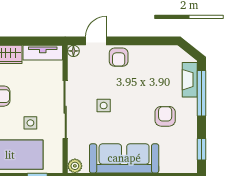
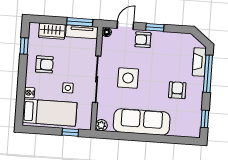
window: (39, 41) -> (80, 22), added
window: (132, 41) -> (155, 27), added
armchair: (119, 57) -> (143, 40), turned 90
side table: (104, 106) -> (128, 78), width x1.87, depth x1.87

